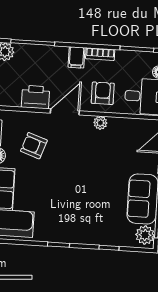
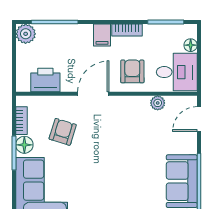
printer: (35, 97) -> (45, 80), moved
plant: (100, 123) -> (158, 103), moved
armchair: (34, 146) -> (63, 132), turned 88

